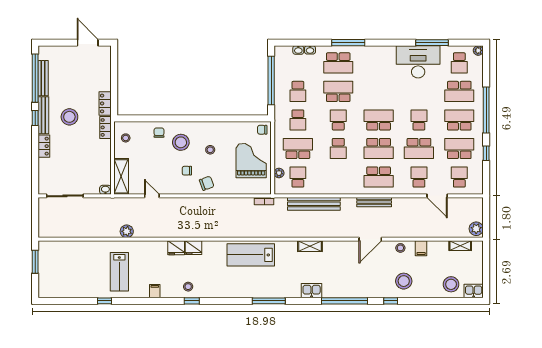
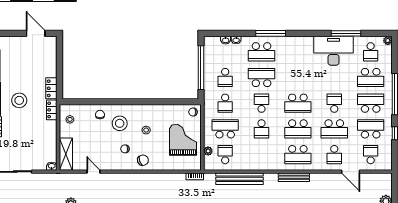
school desk: (379, 120) -> (298, 103), turned 180
school desk: (419, 177) -> (334, 155), turned 180

